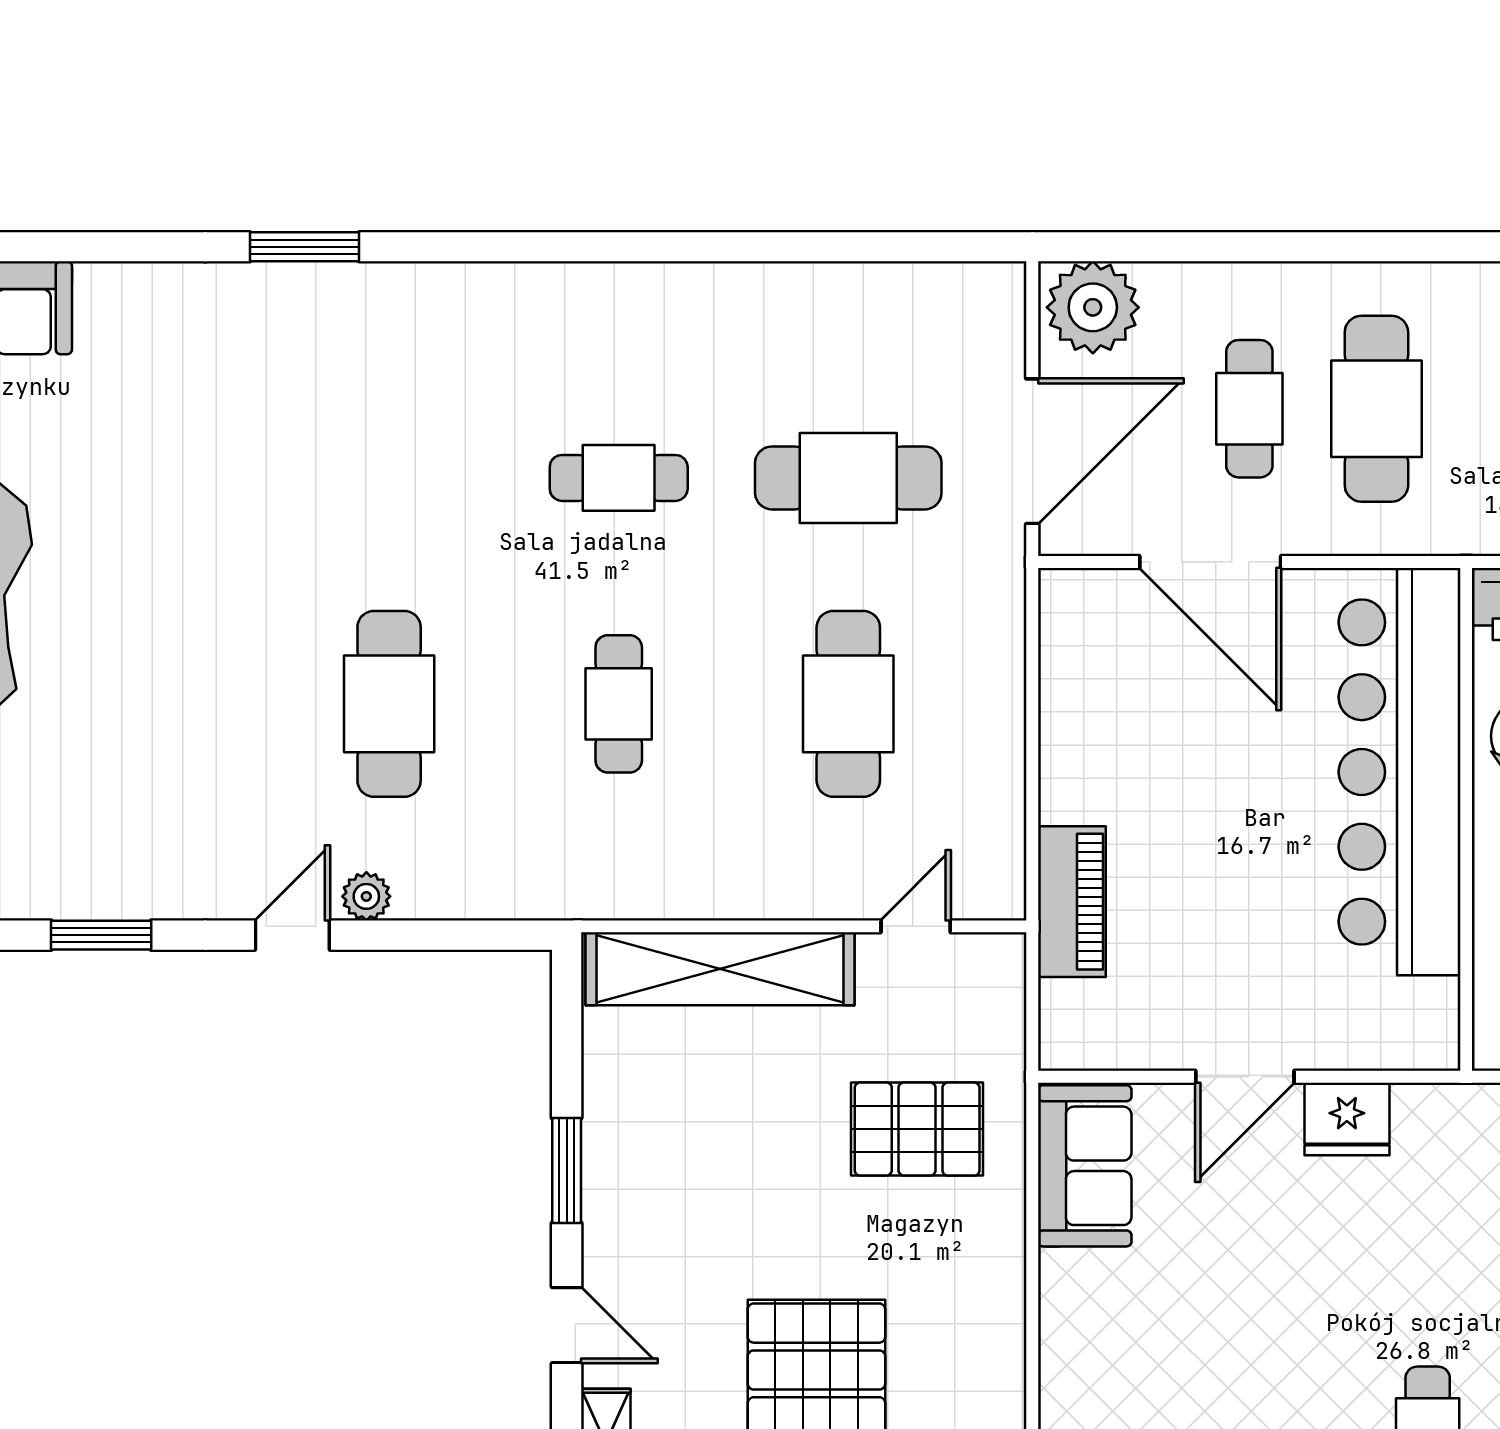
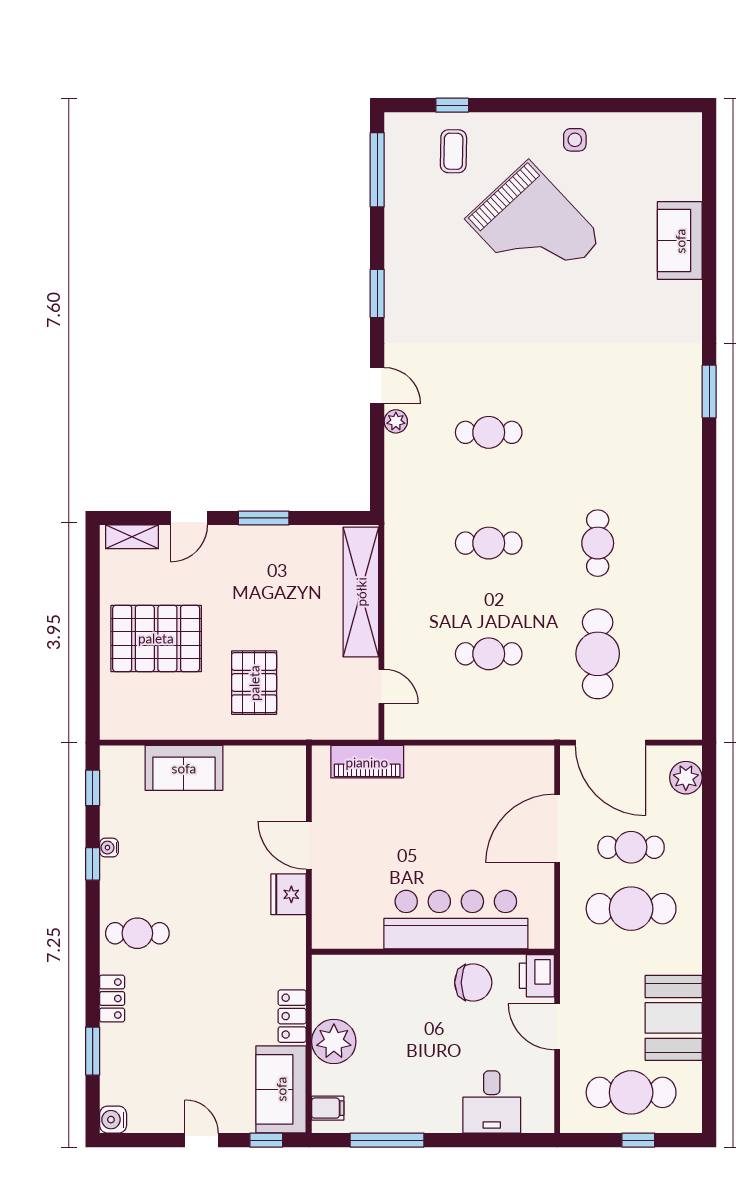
plant: (1093, 307) -> (686, 778), width x0.73, depth x0.73
cafe table: (389, 704) -> (489, 432), width x0.73, depth x0.74
cafe table: (848, 704) -> (489, 654), width x0.73, depth x0.74
bar counter: (1399, 772) -> (456, 920), width x0.73
piano: (1072, 902) -> (367, 762), moved
pallet: (917, 1129) -> (254, 683), moved
sofa: (1085, 1166) -> (184, 768), moved

